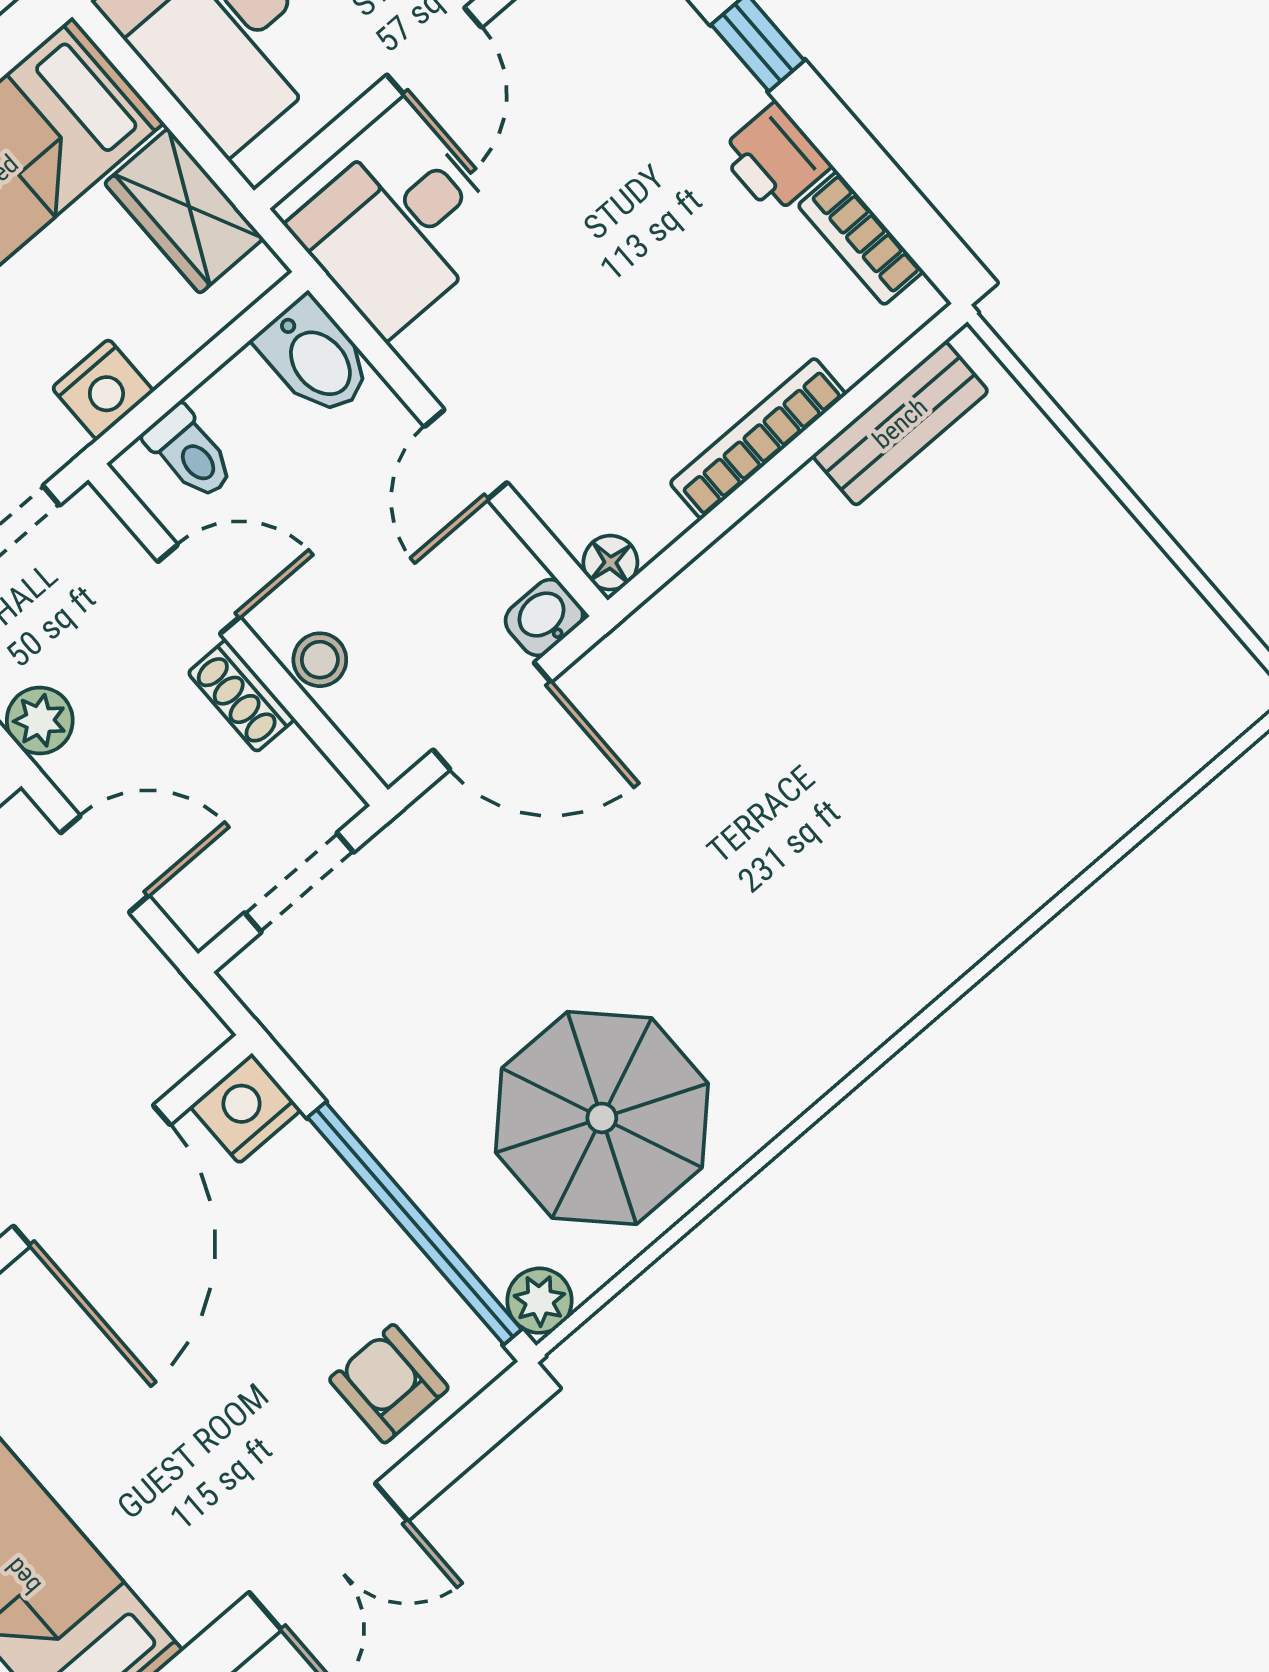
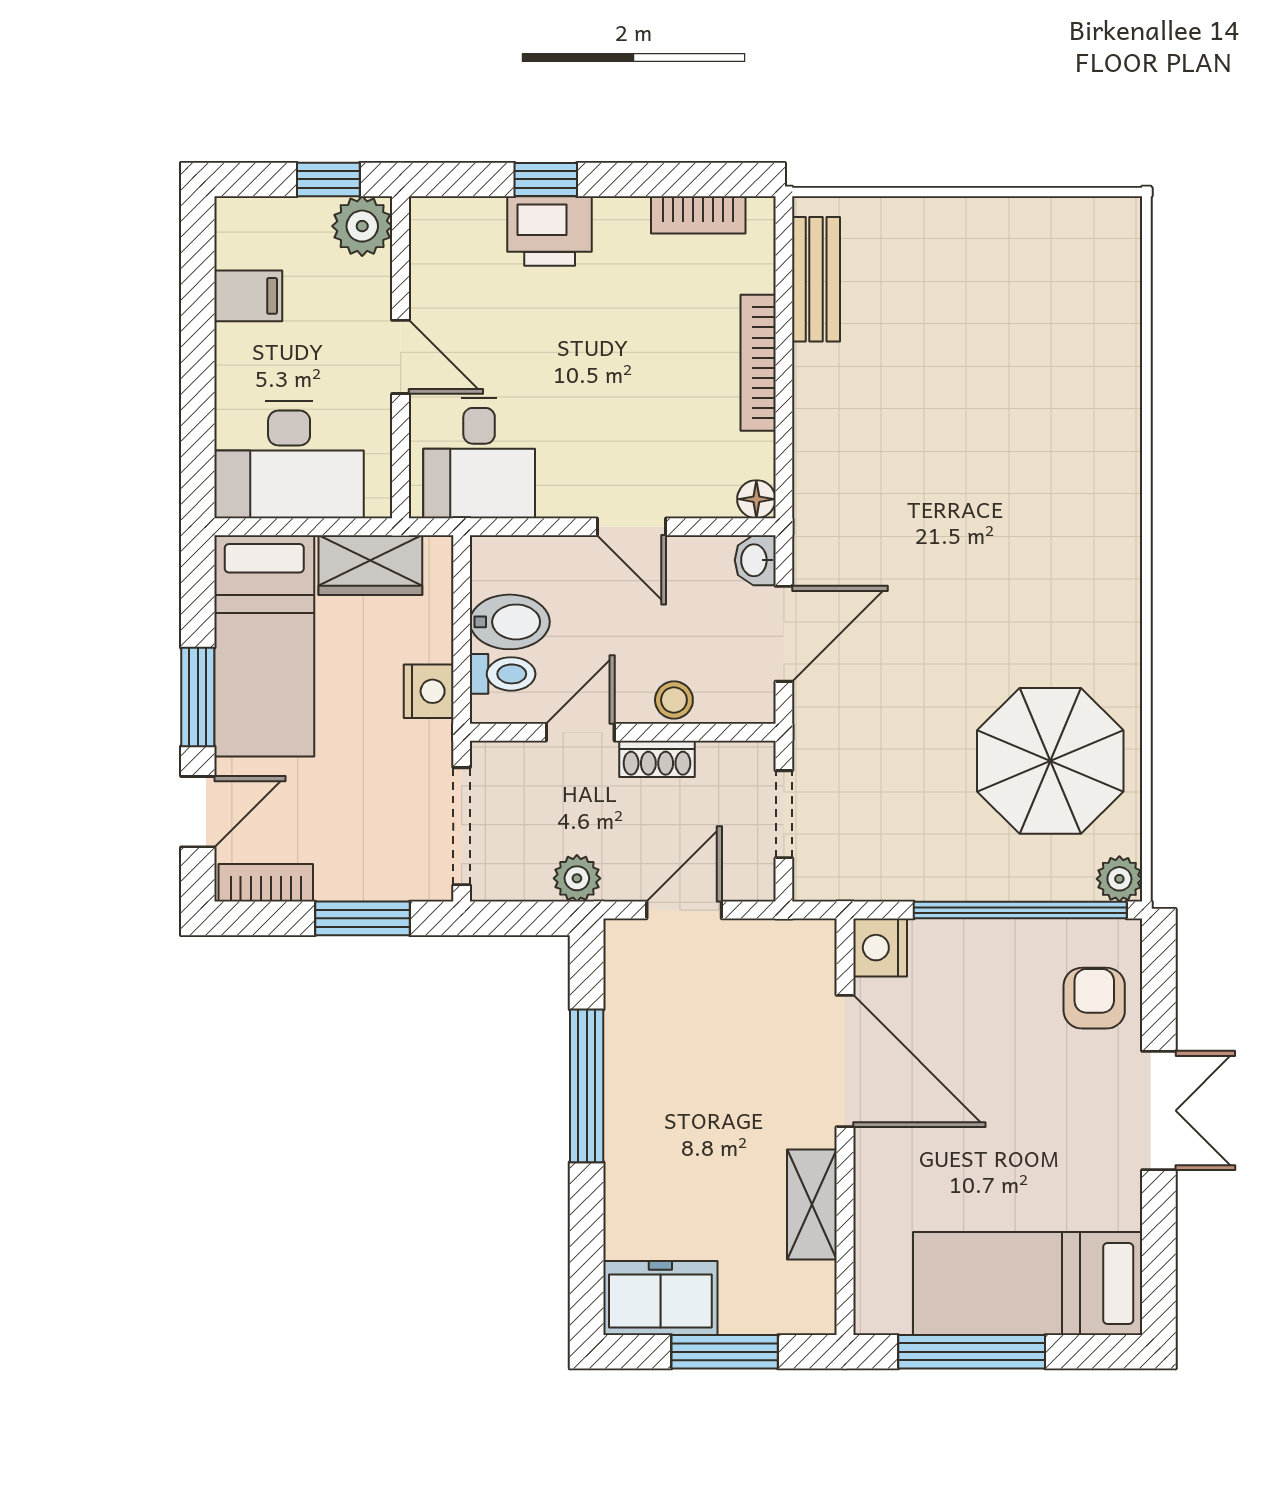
printer: (775, 159) -> (550, 231), moved, width x1.36, depth x1.24
bidet: (315, 357) -> (510, 622), moved
armchair: (389, 1384) -> (1094, 998), turned 90

